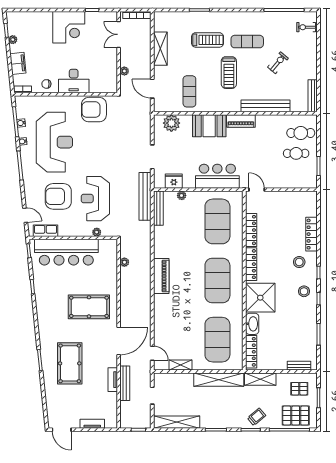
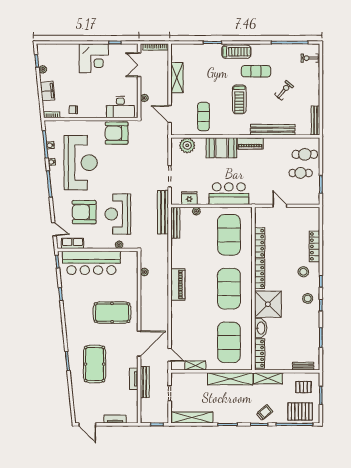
treadmill: (208, 40) -> (236, 52), moved
desk: (74, 81) -> (120, 107), moved
door: (257, 190) -> (280, 206), moved

